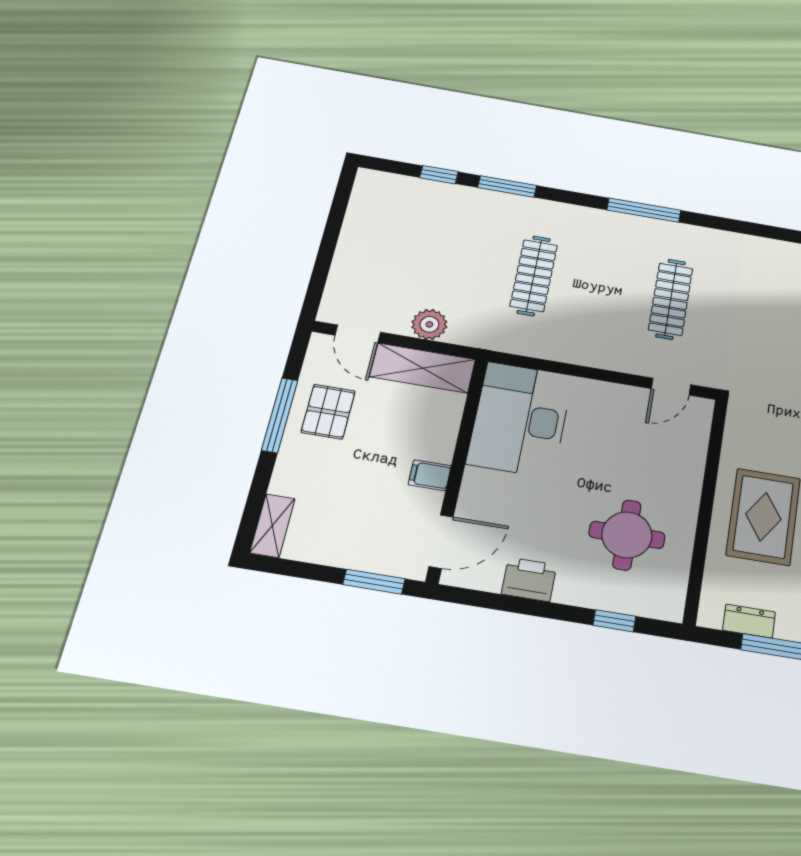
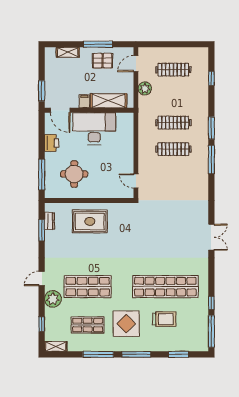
window: (507, 186) -> (211, 128), moved
clothes rail: (396, 252) -> (173, 70), added
clothes rail: (671, 299) -> (173, 149), moved
shelving: (423, 368) -> (108, 101), moved, turned 90
desk: (520, 419) -> (94, 129), moved
shelving: (272, 526) -> (68, 52), moved
window: (614, 621) -> (42, 175), width x2.17

